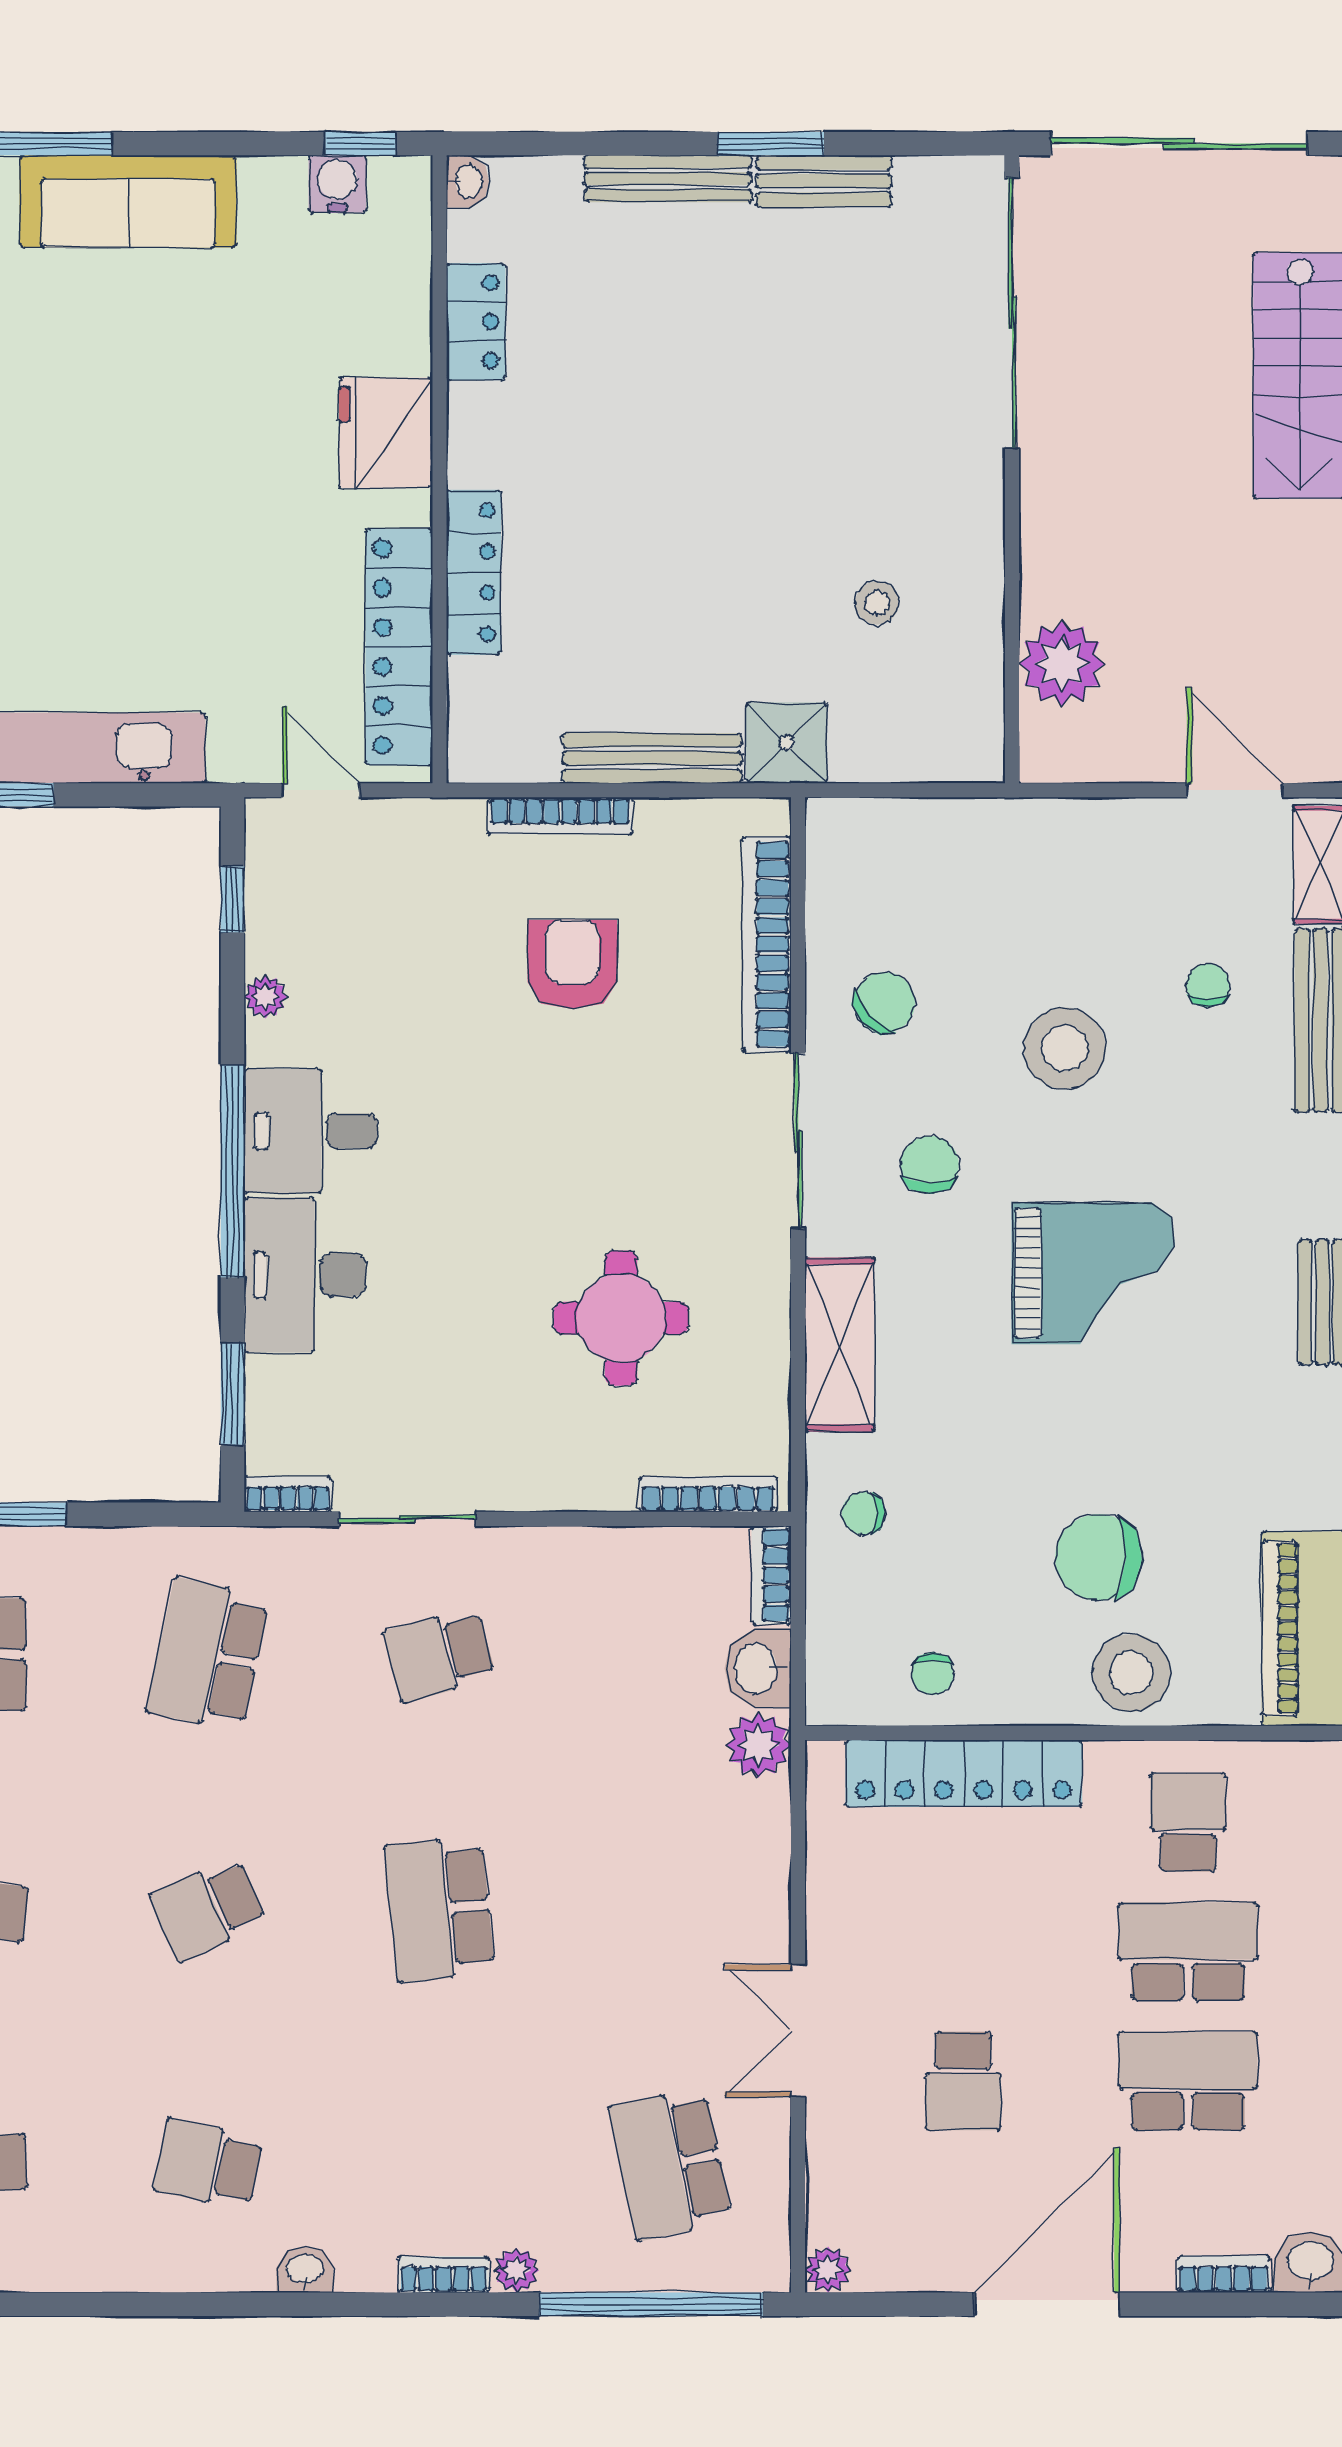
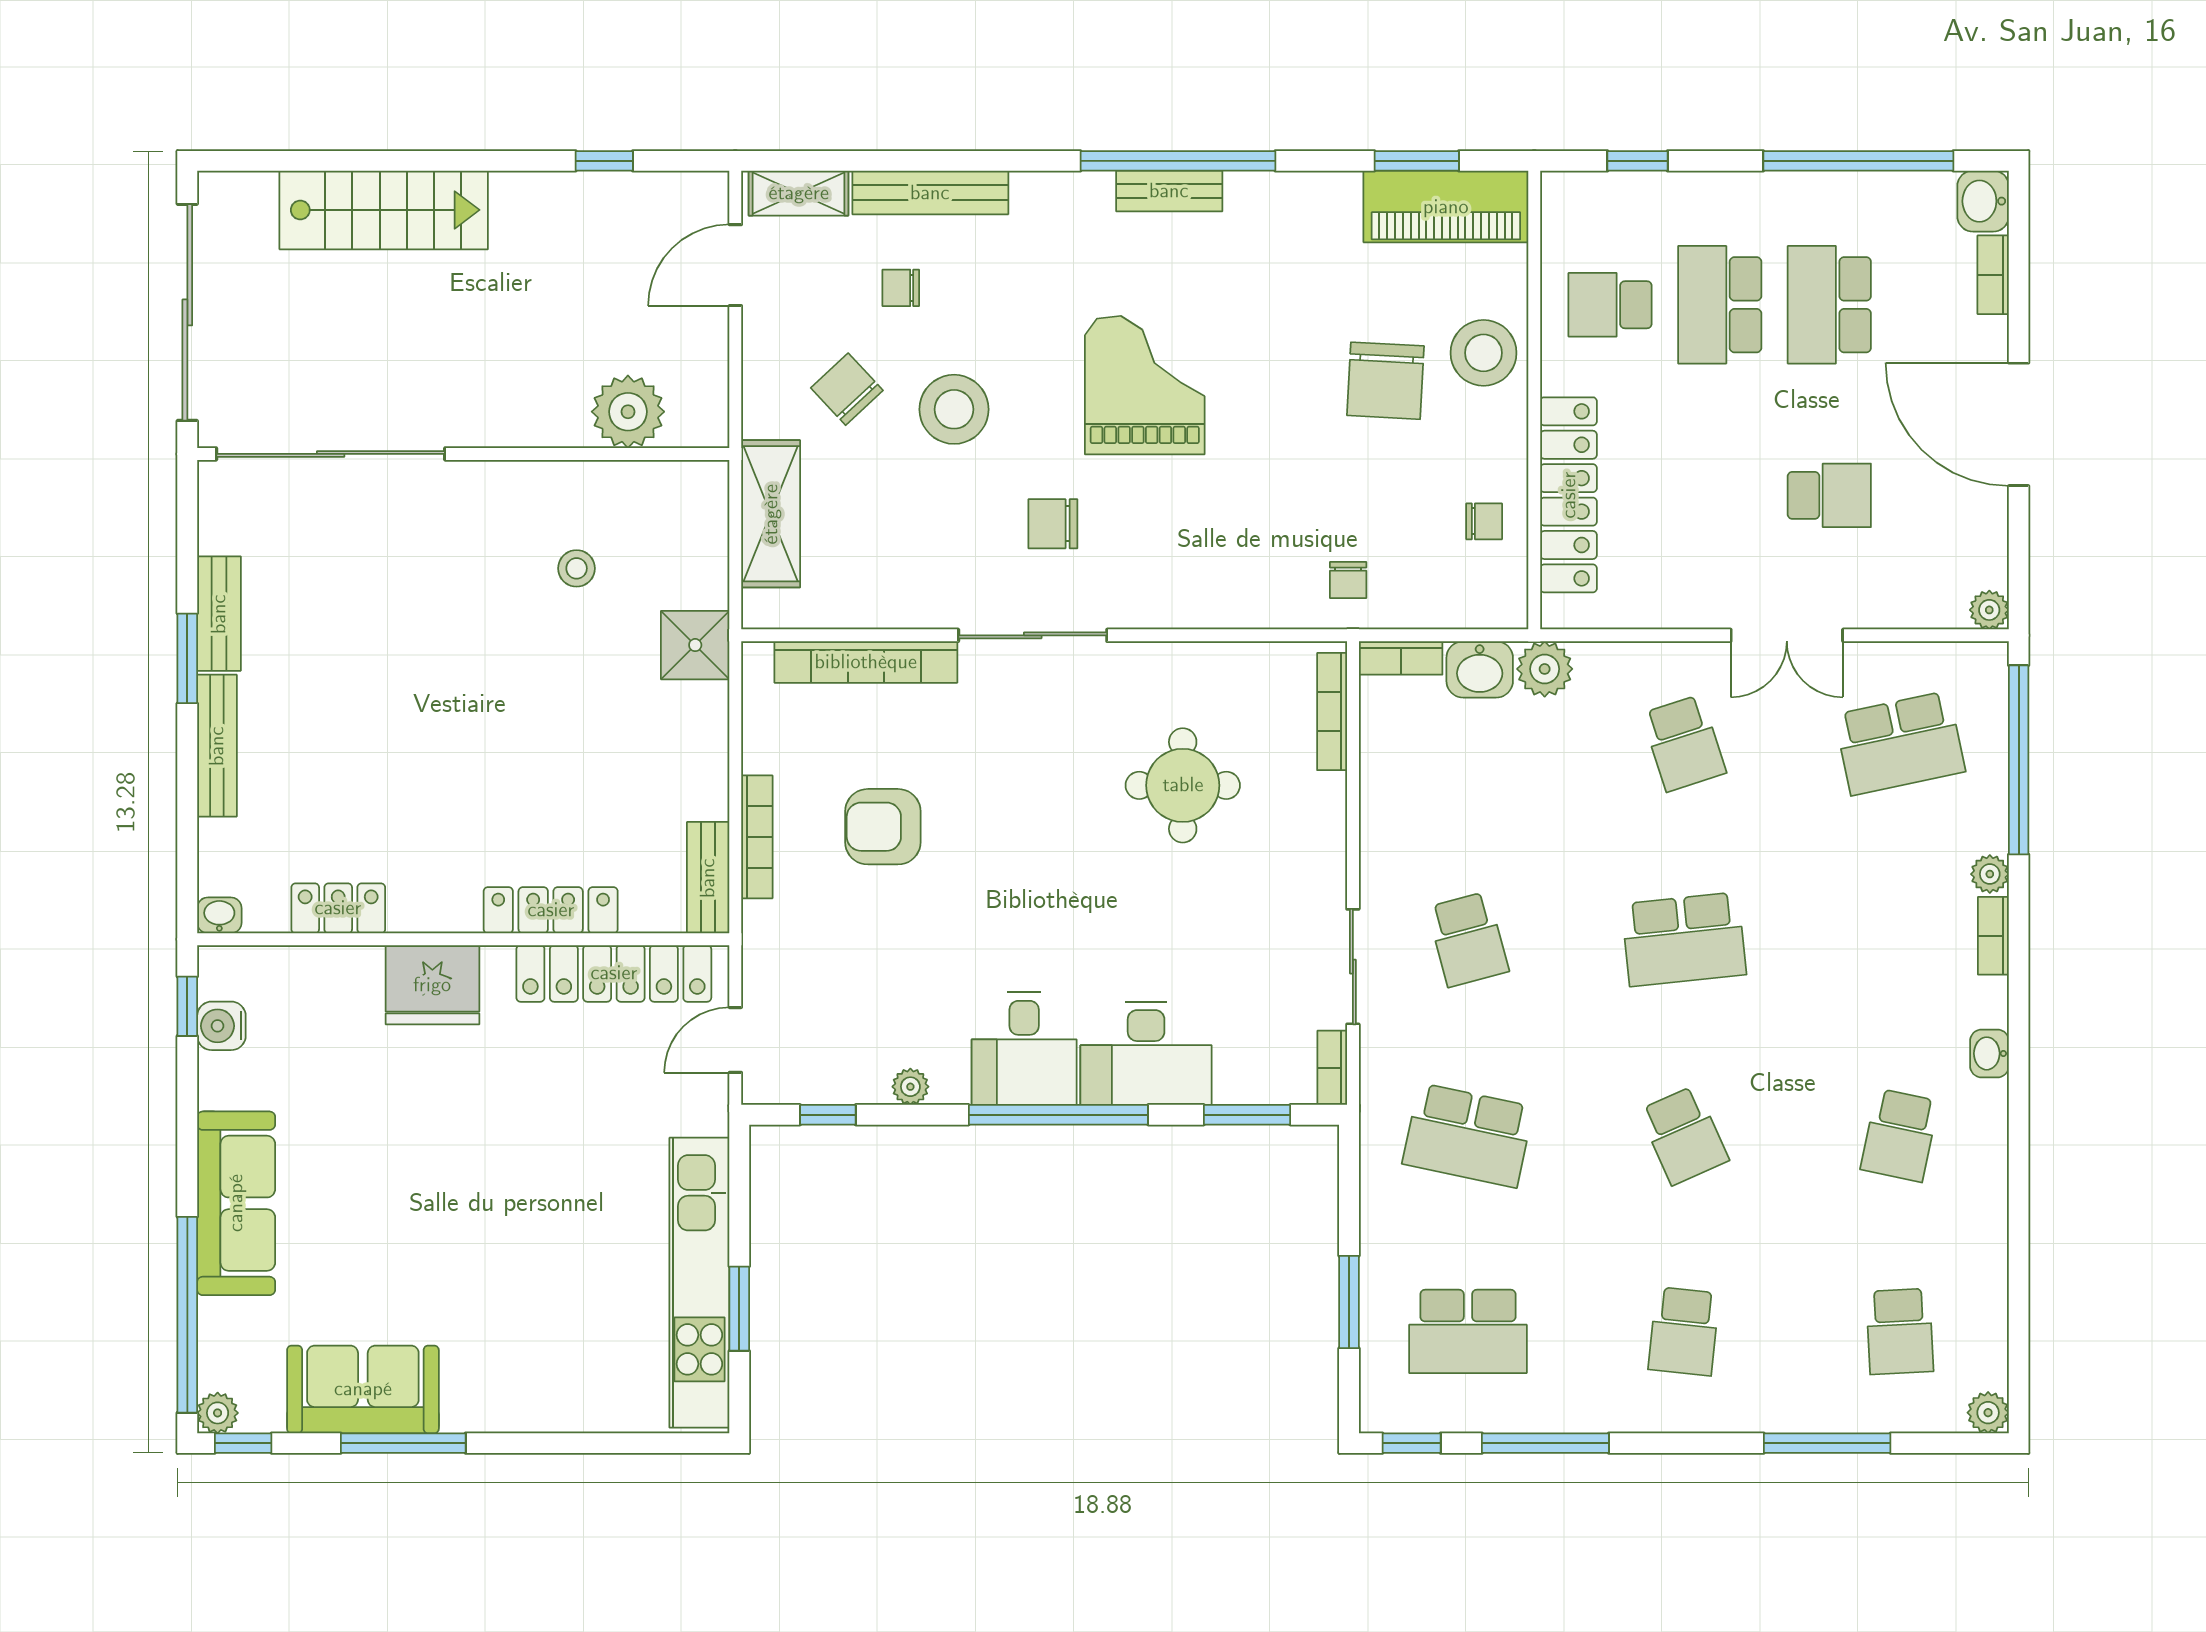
bench: (652, 758) -> (708, 878), moved, width x0.73
chair: (885, 1002) -> (847, 389), moved
shelving: (840, 1345) -> (771, 514), moved, turned 90
school desk: (671, 1909) -> (1684, 743), added

